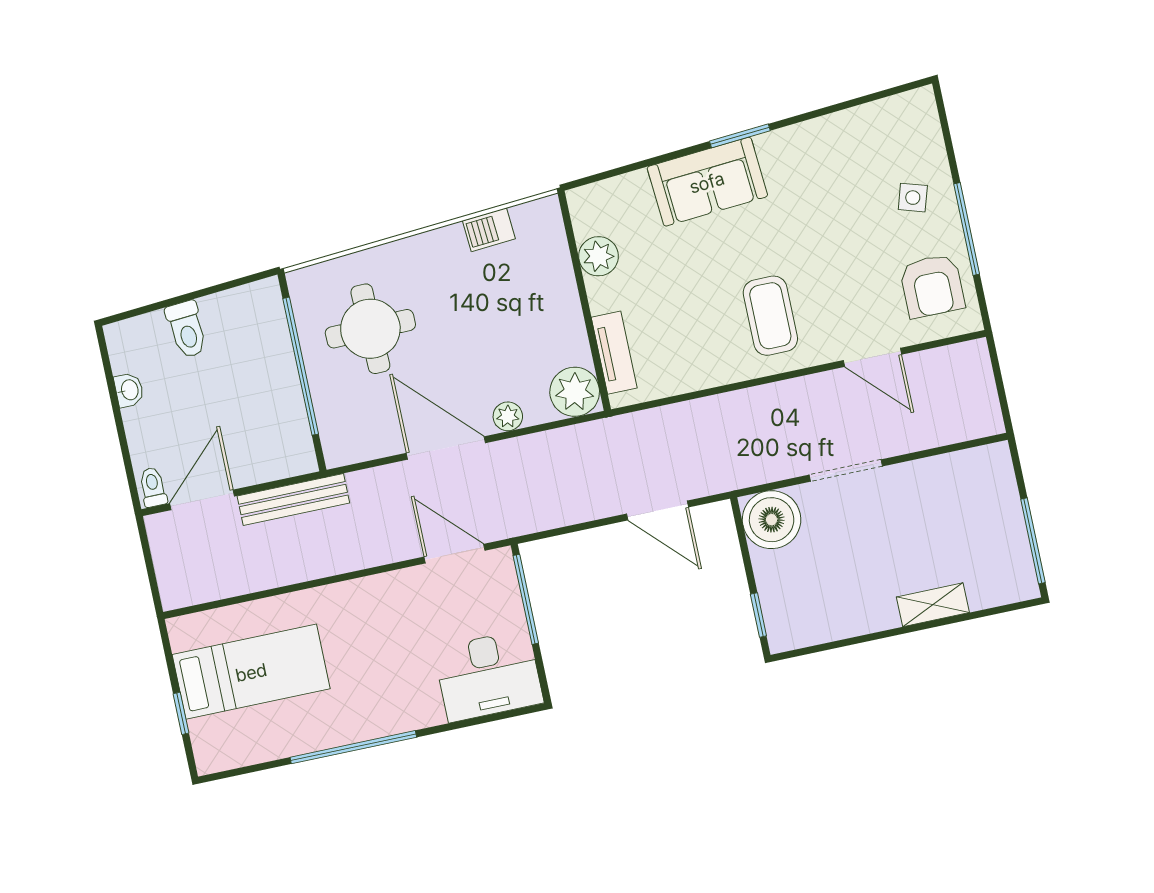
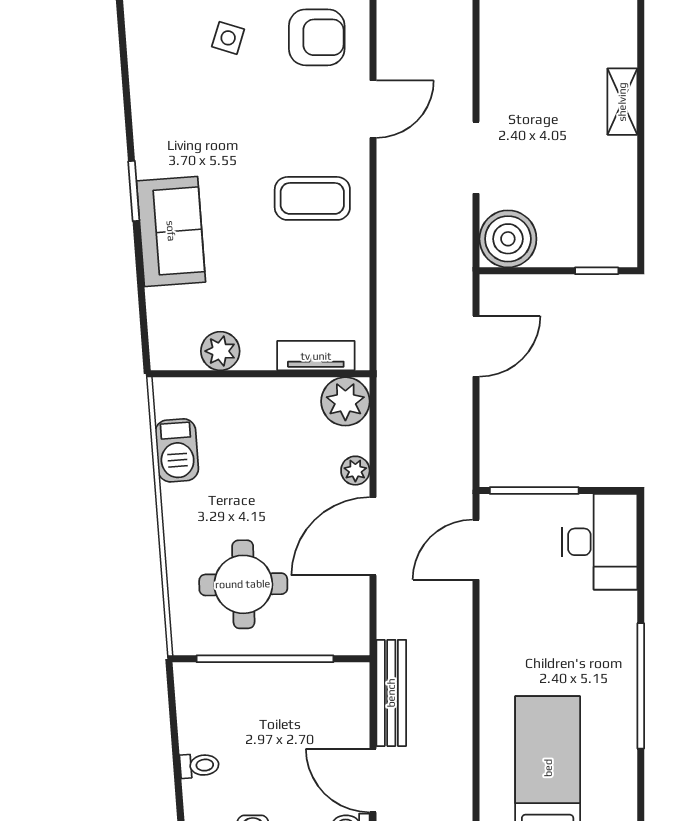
barbecue: (489, 230) -> (177, 450), width x1.38, depth x1.27
toilet: (187, 329) -> (199, 765), width x0.73, depth x0.72

